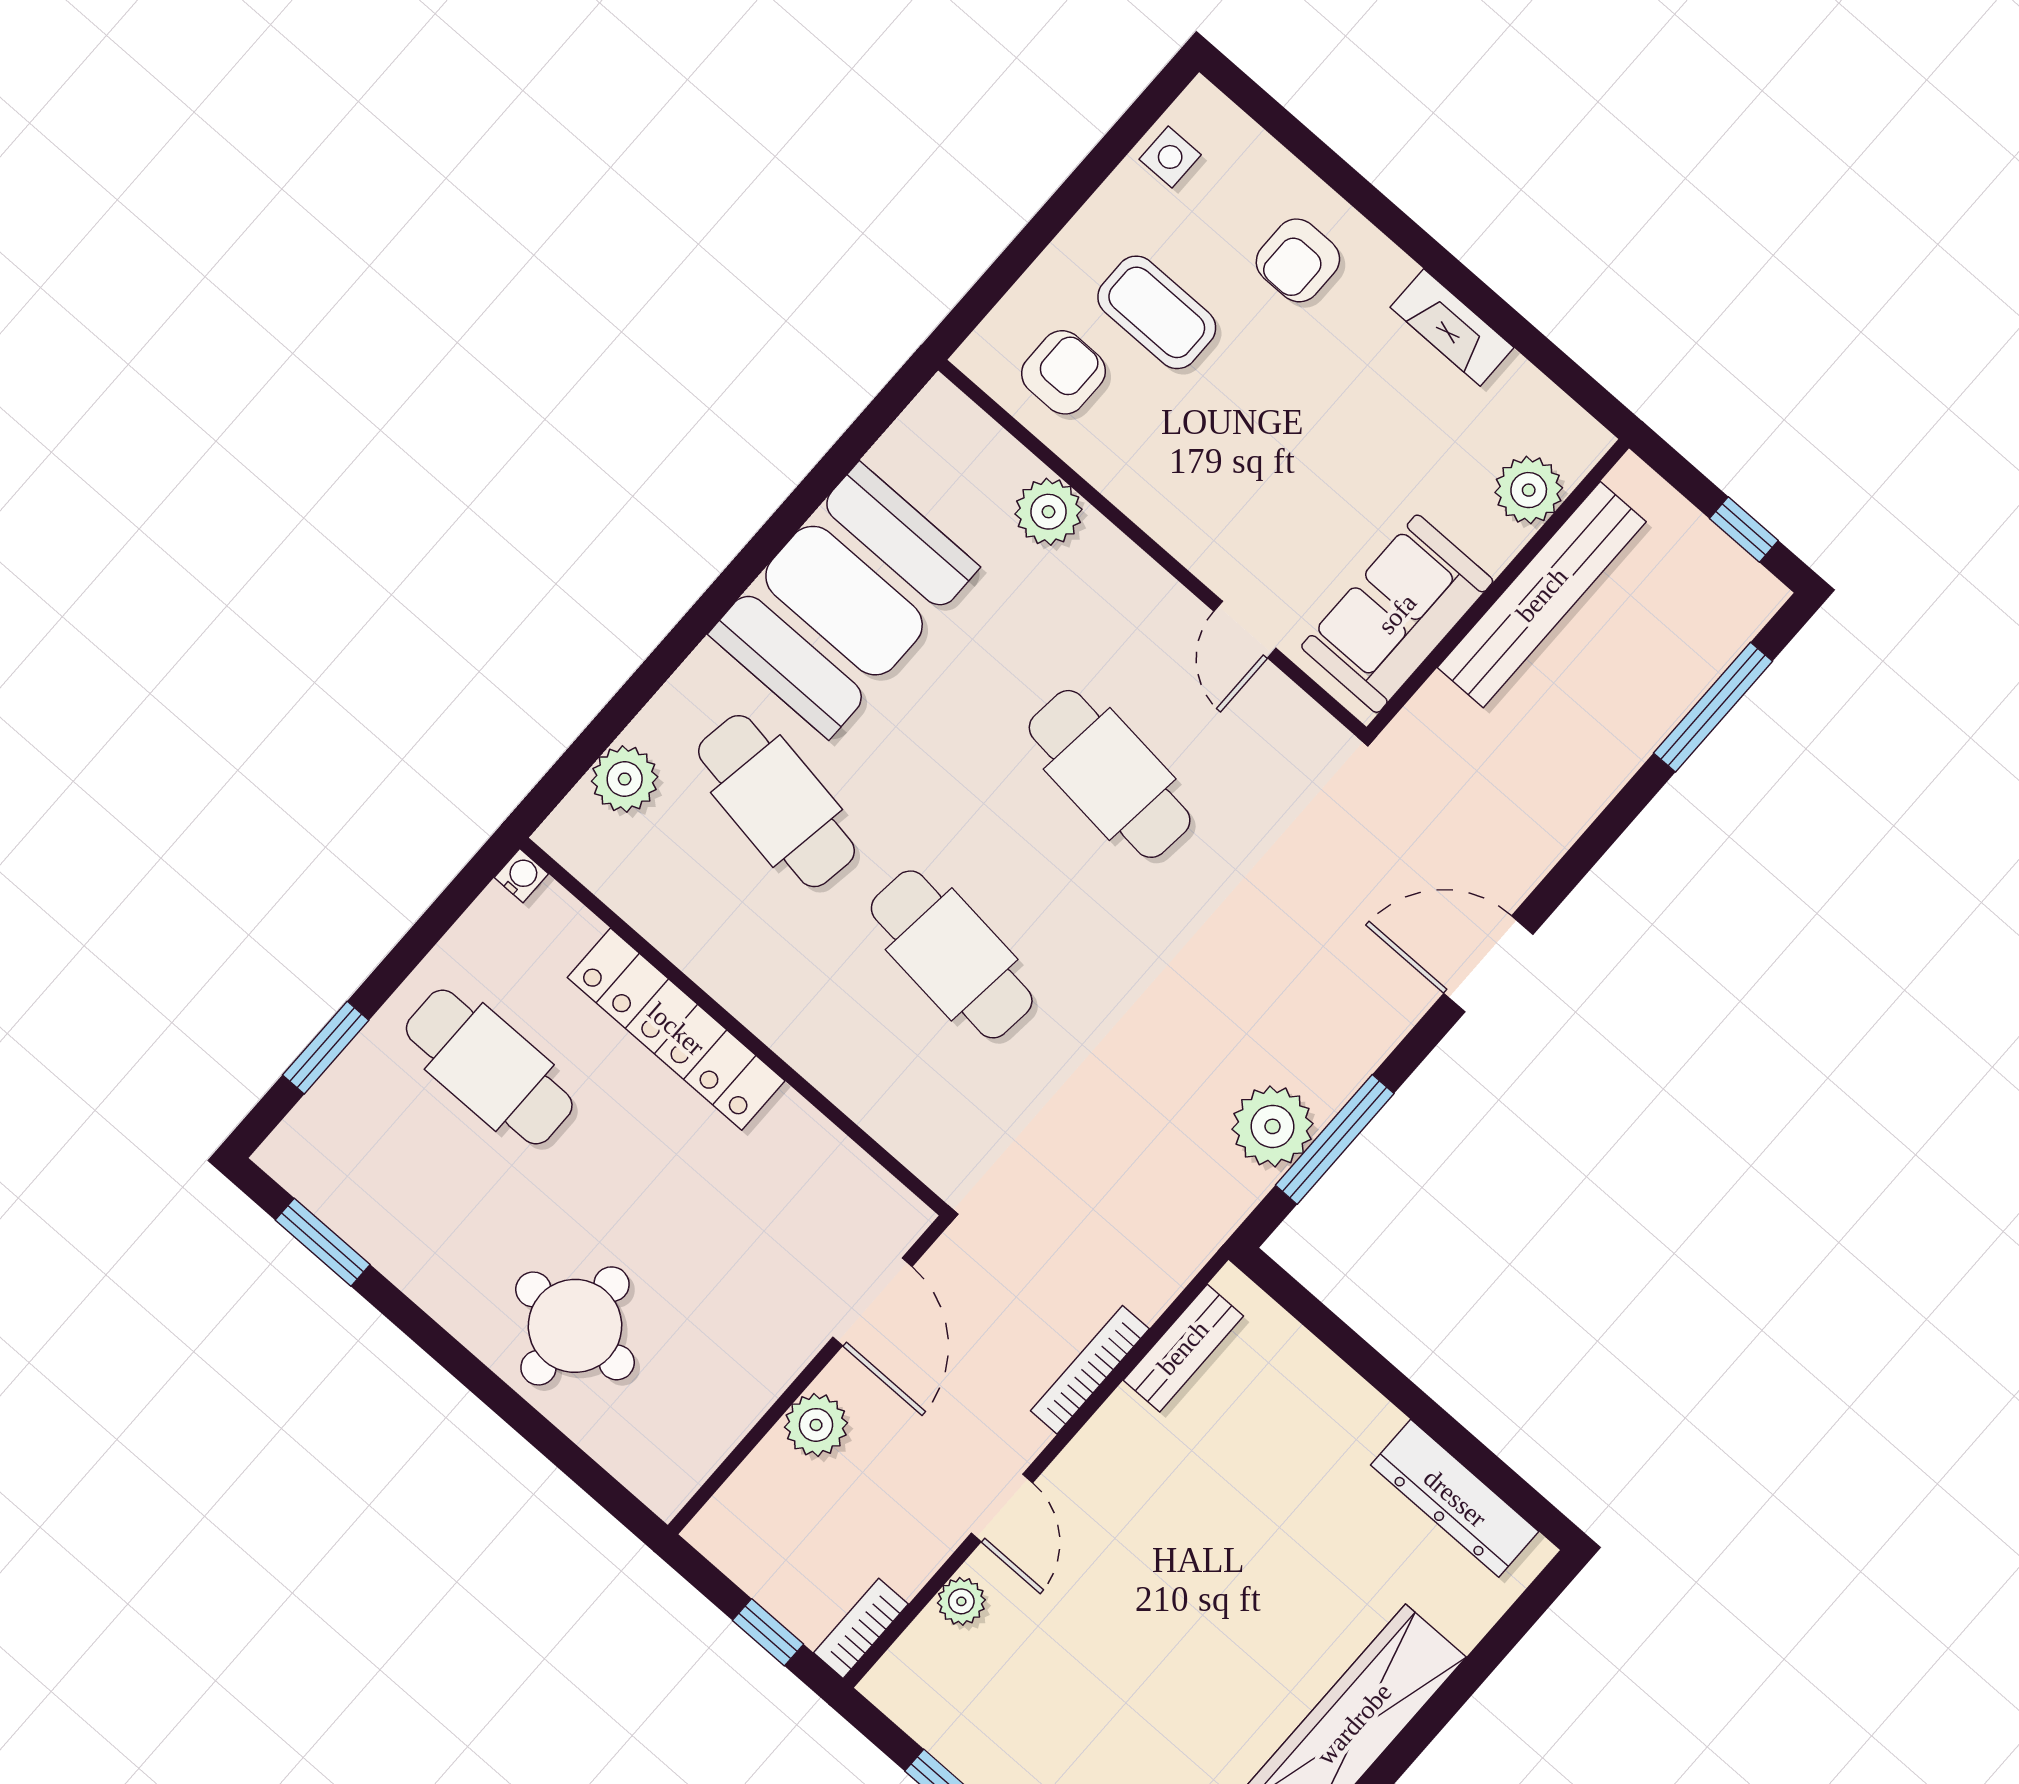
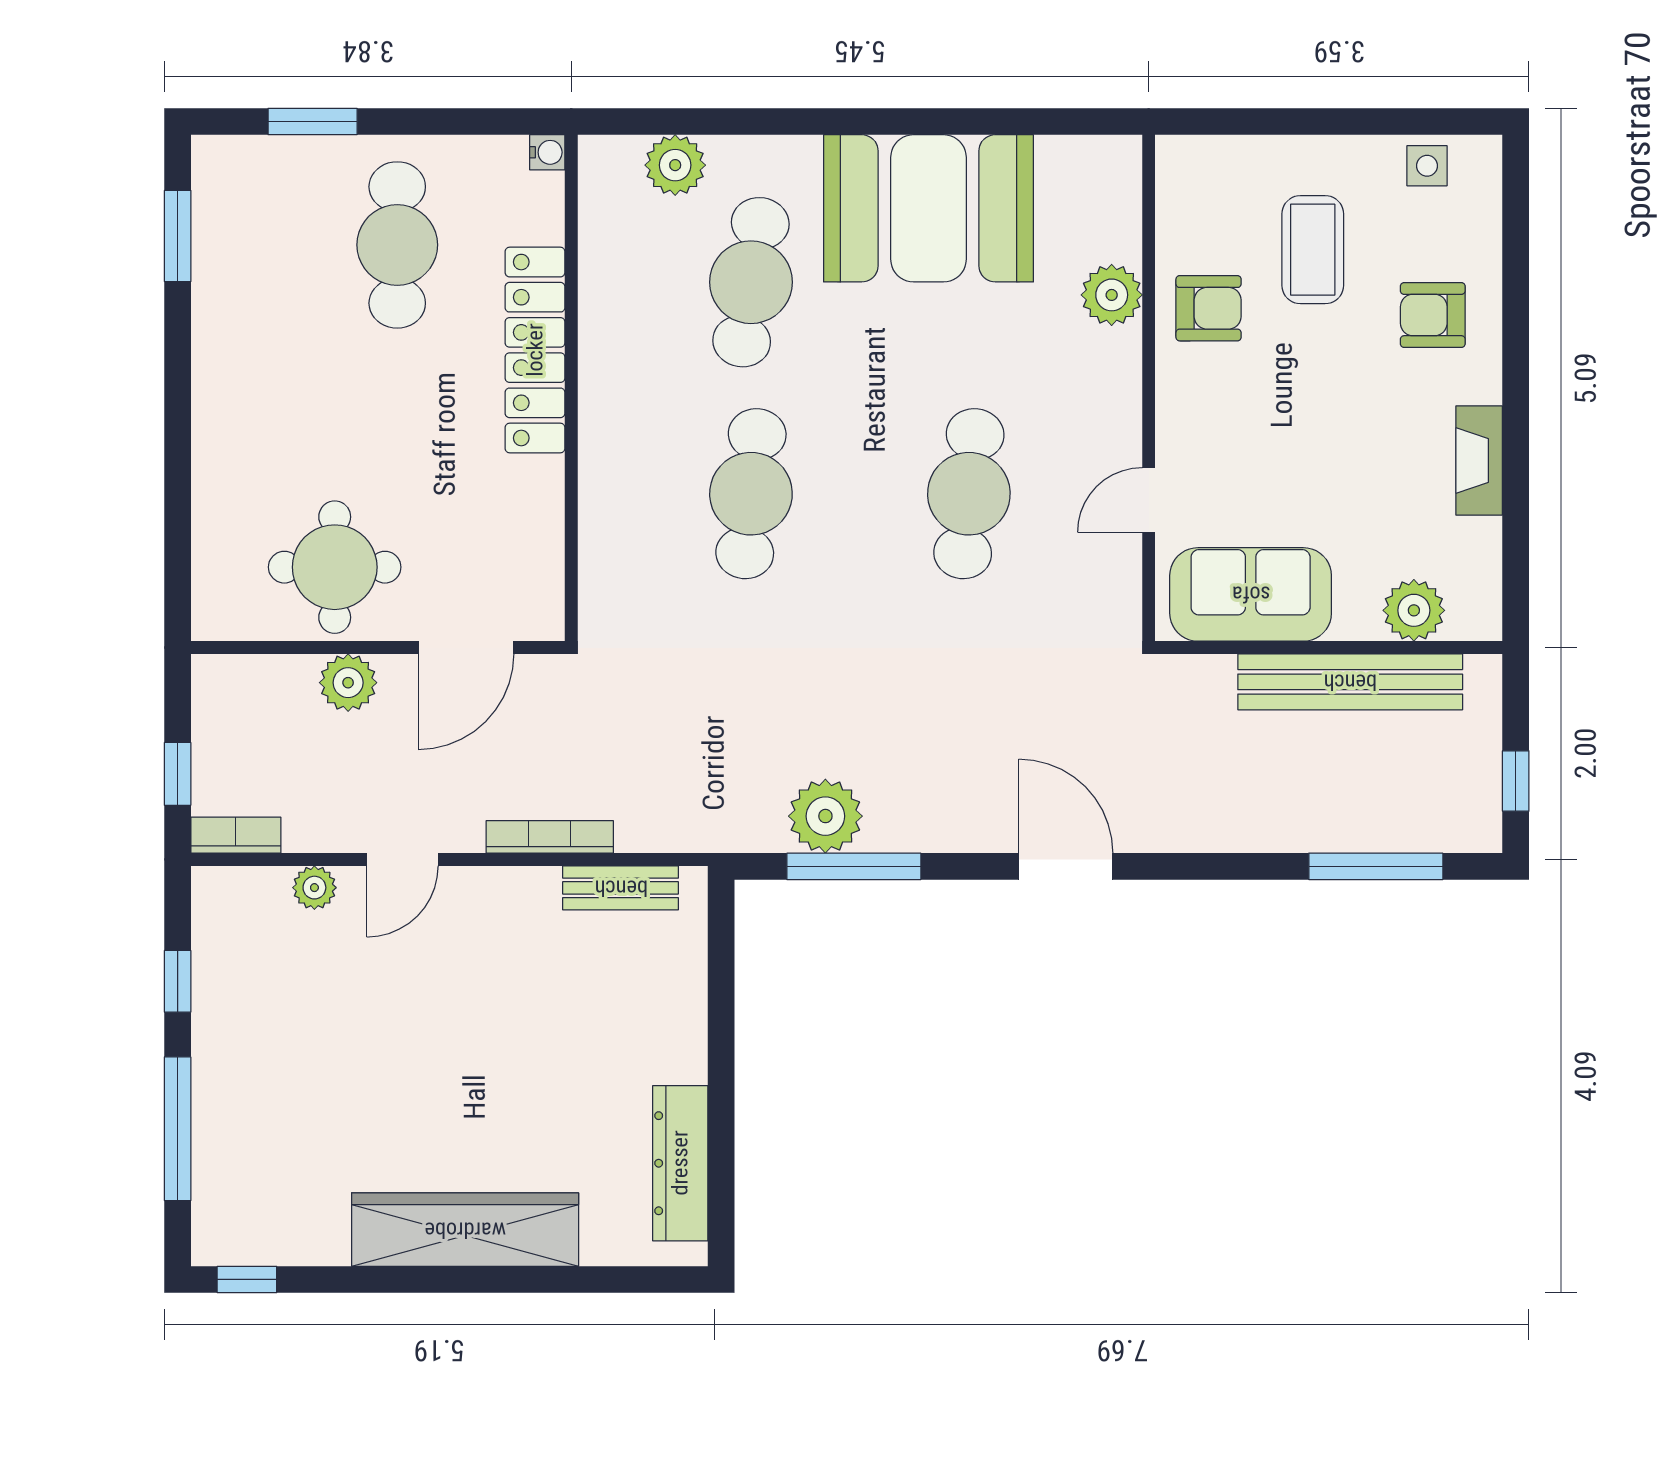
armchair: (1063, 372) -> (1209, 308), moved
round table: (575, 1326) -> (335, 567), moved

